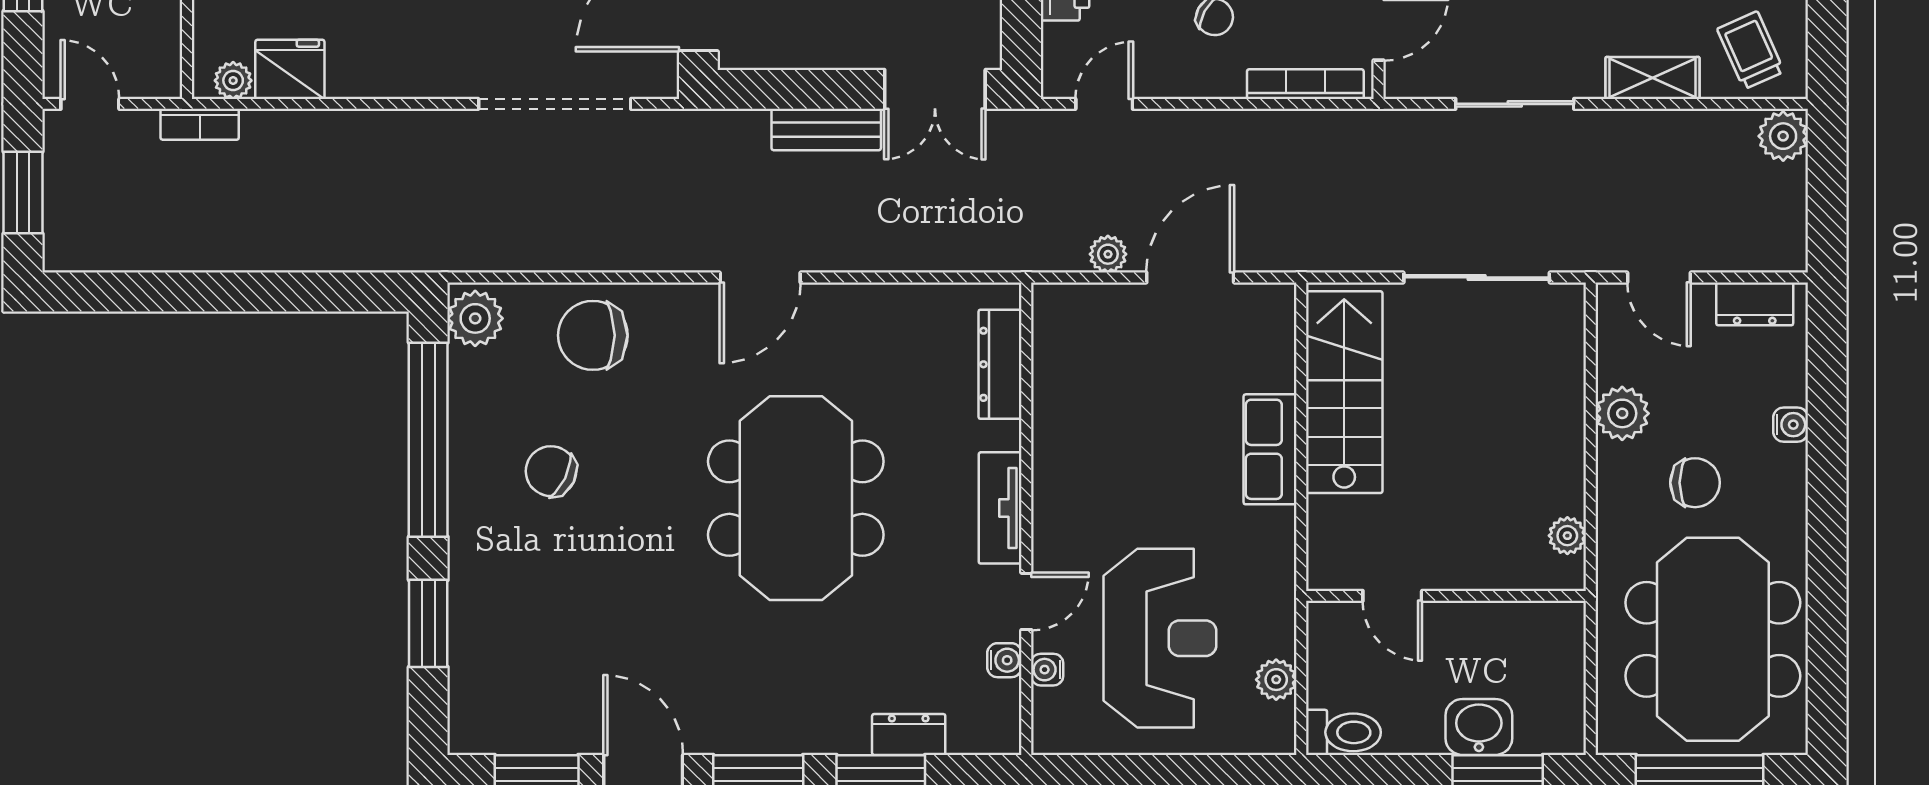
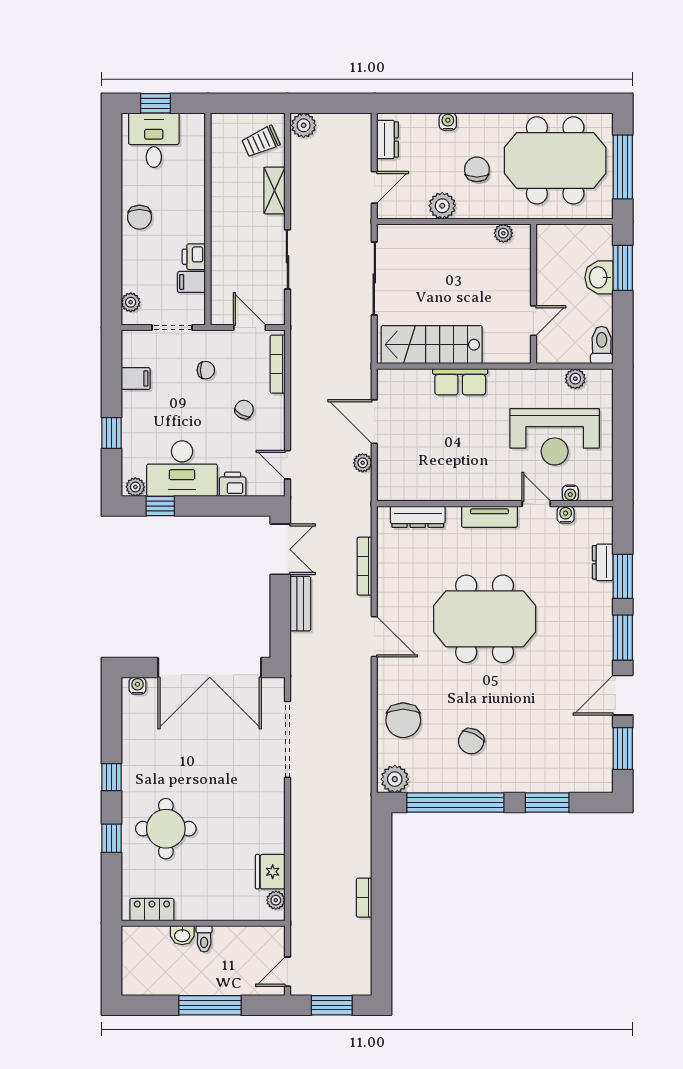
bookcase: (200, 124) -> (364, 898), moved, turned 180
bookcase: (901, 258) -> (364, 566), added
reception desk: (1160, 638) -> (555, 437), turned 180

